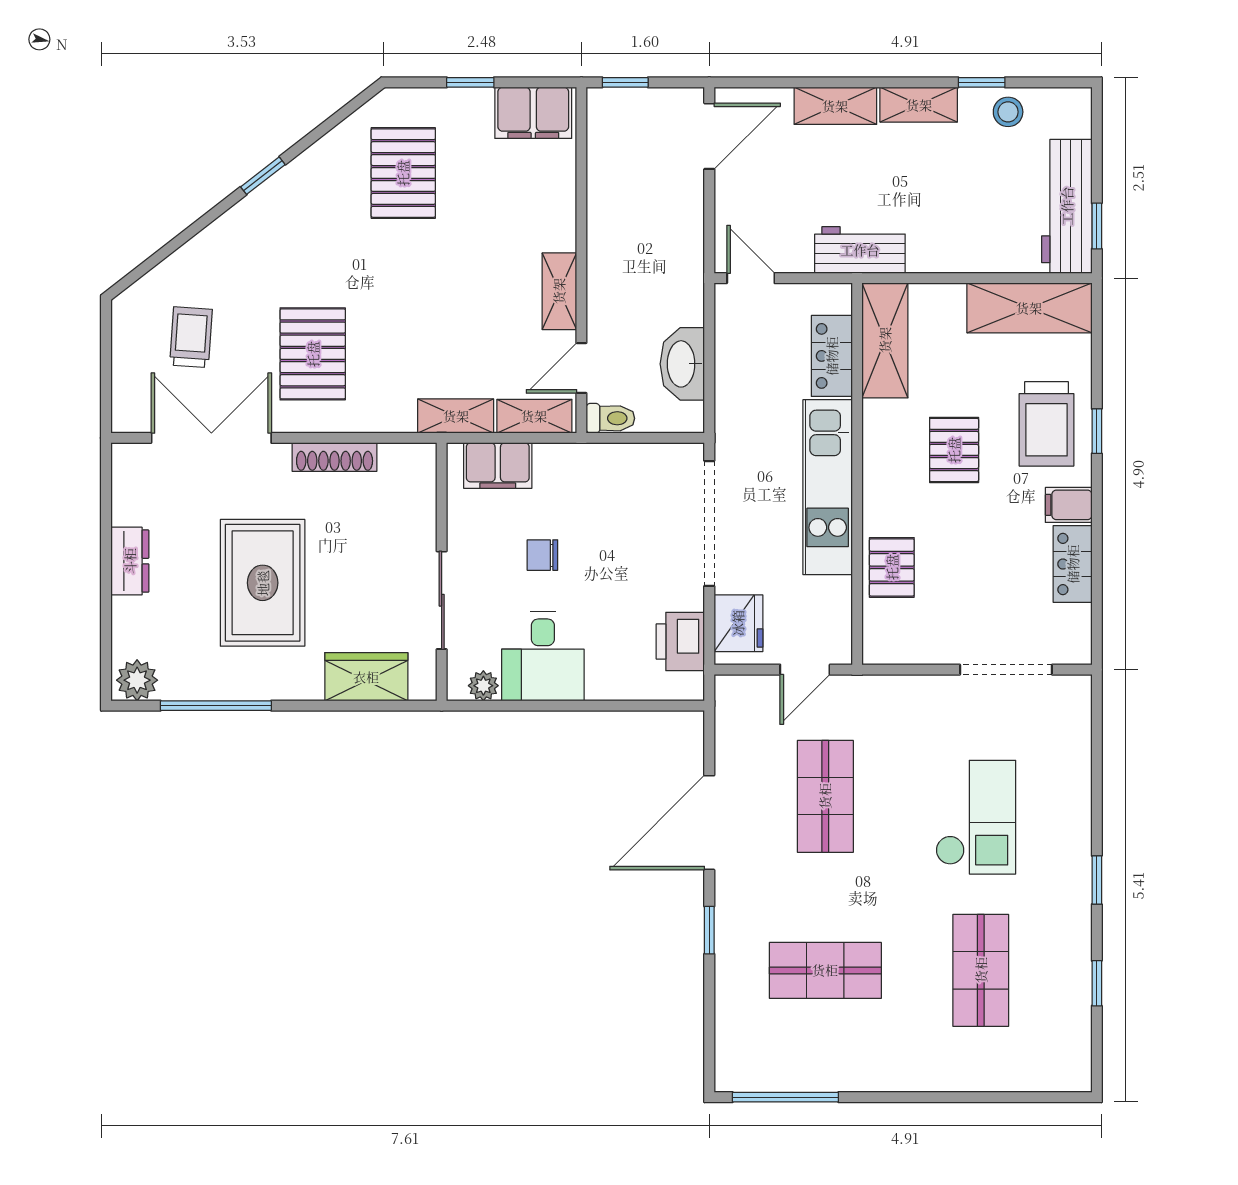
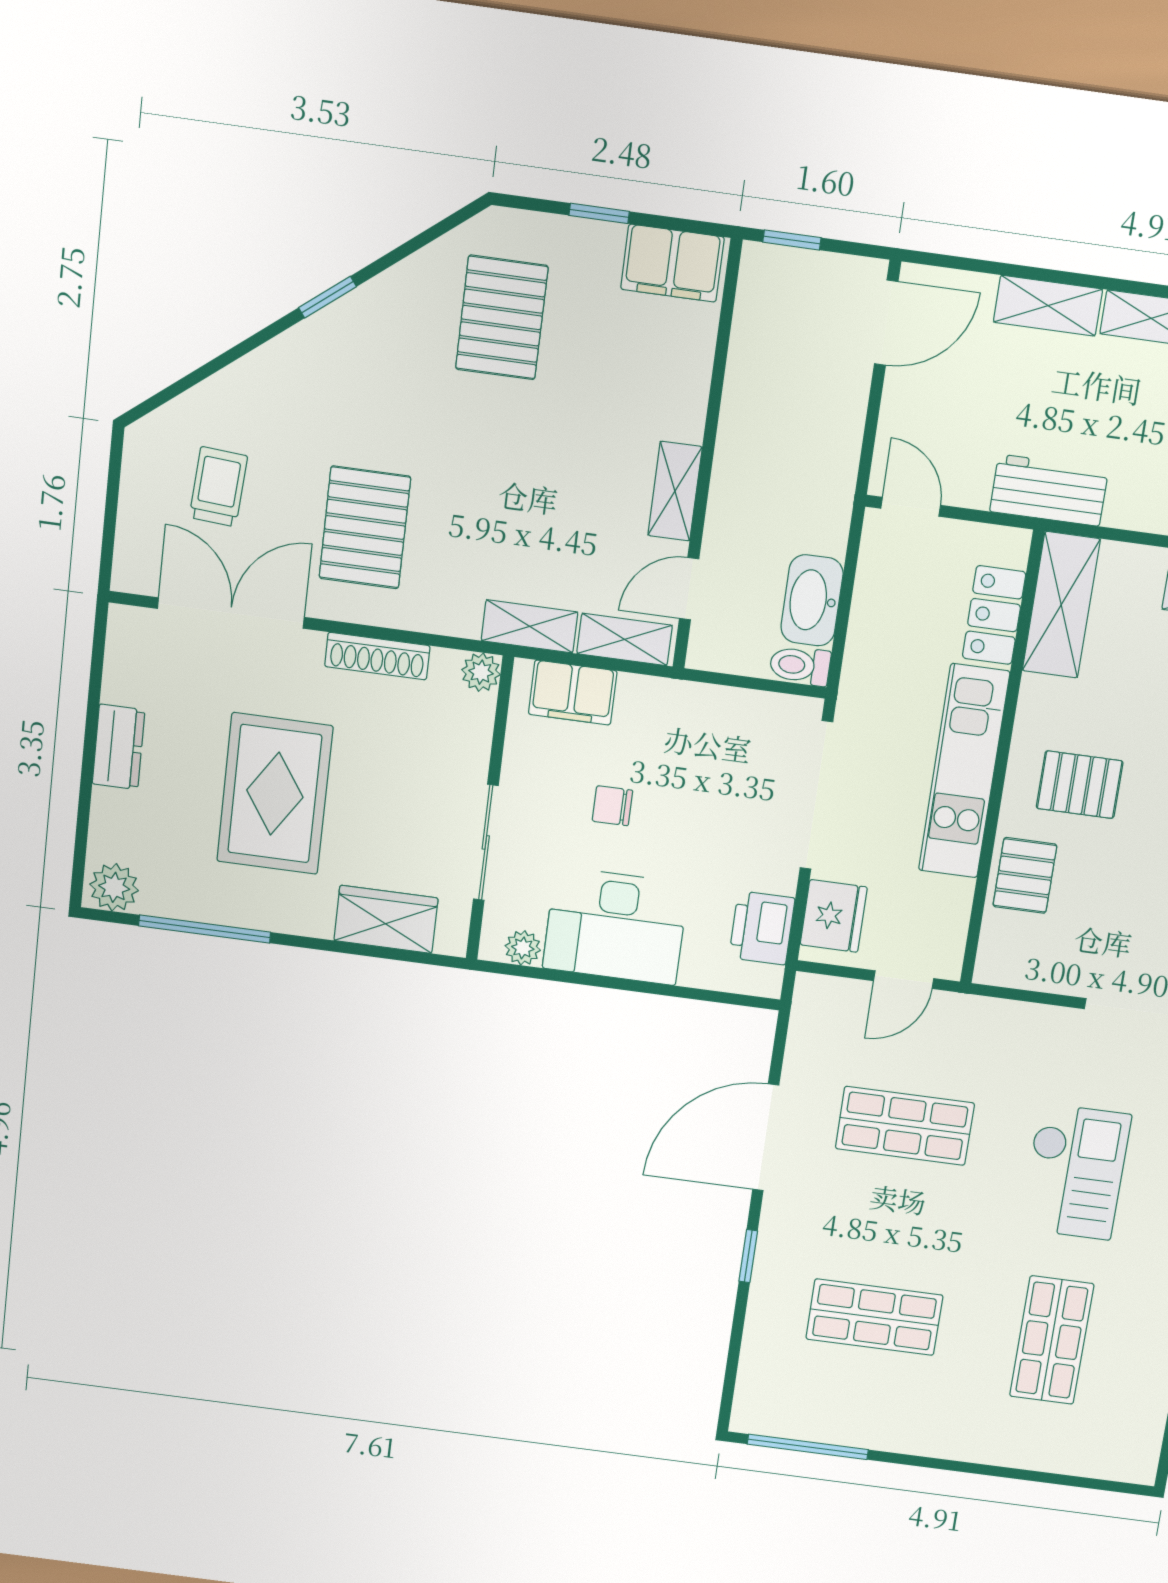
toilet: (610, 418) -> (800, 665), moved, turned 180
pallet: (954, 450) -> (1080, 785), moved, turned 90
plant: (421, 459) -> (481, 672), added
desk: (543, 656) -> (616, 926), width x1.37
shop shelf: (825, 796) -> (905, 1126), turned 90

